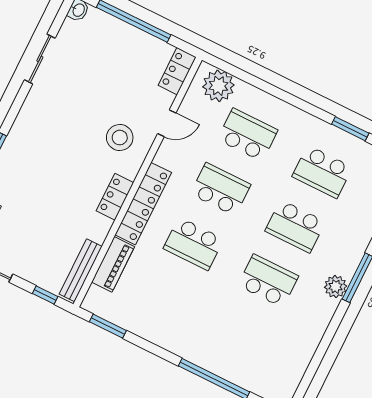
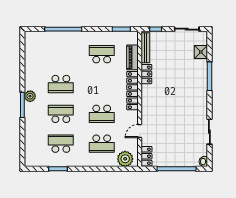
stool: (120, 138) -> (157, 115), removed
locker: (115, 197) -> (146, 74), moved
school desk: (194, 244) -> (102, 54), moved

